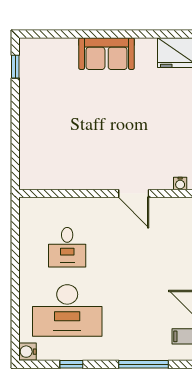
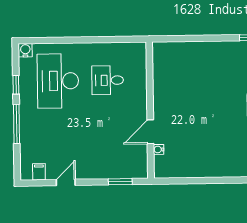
water cooler: (180, 184) -> (159, 149), moved
window: (144, 364) -> (16, 124), moved

